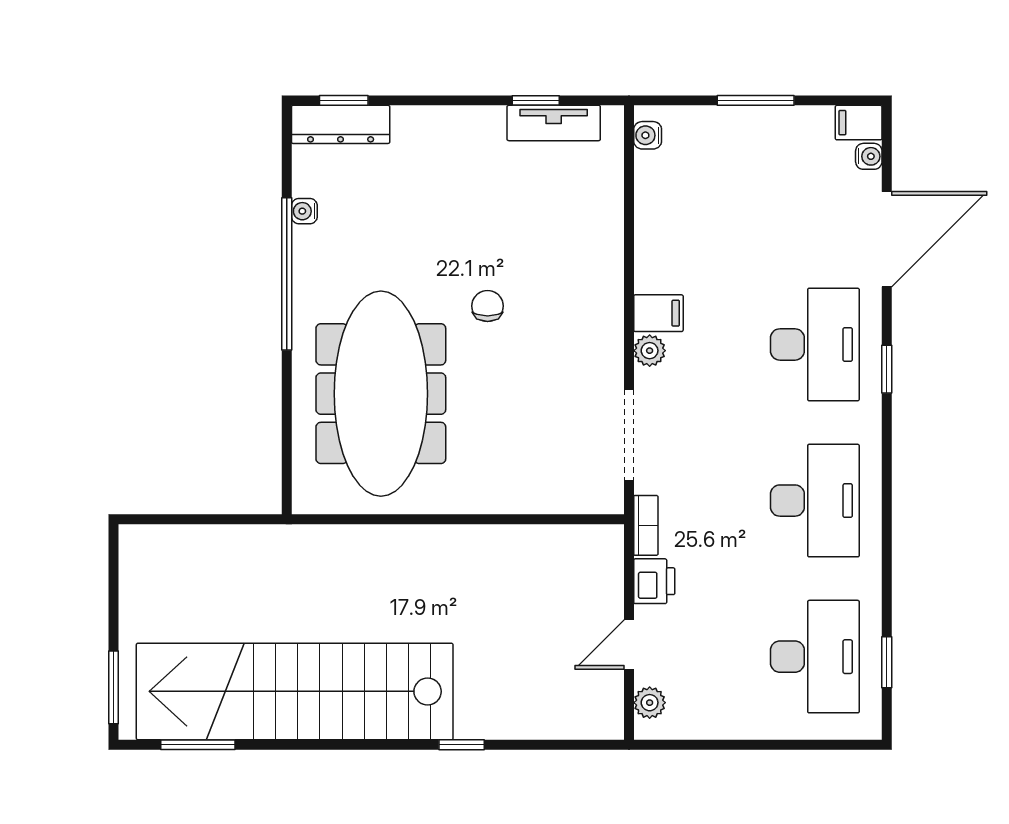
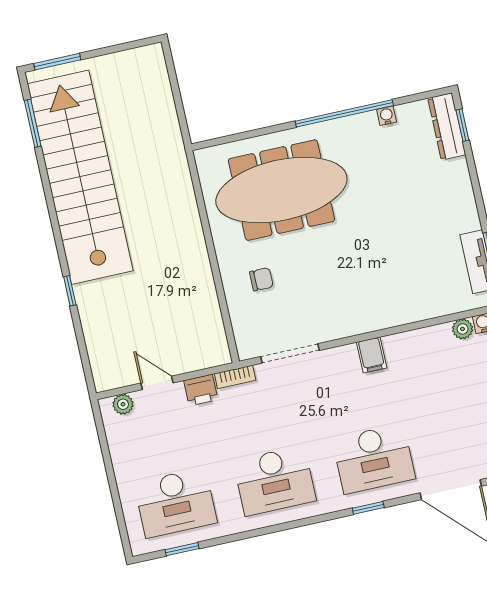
chair: (488, 306) -> (261, 279), moved
plant: (650, 351) -> (463, 329), moved

